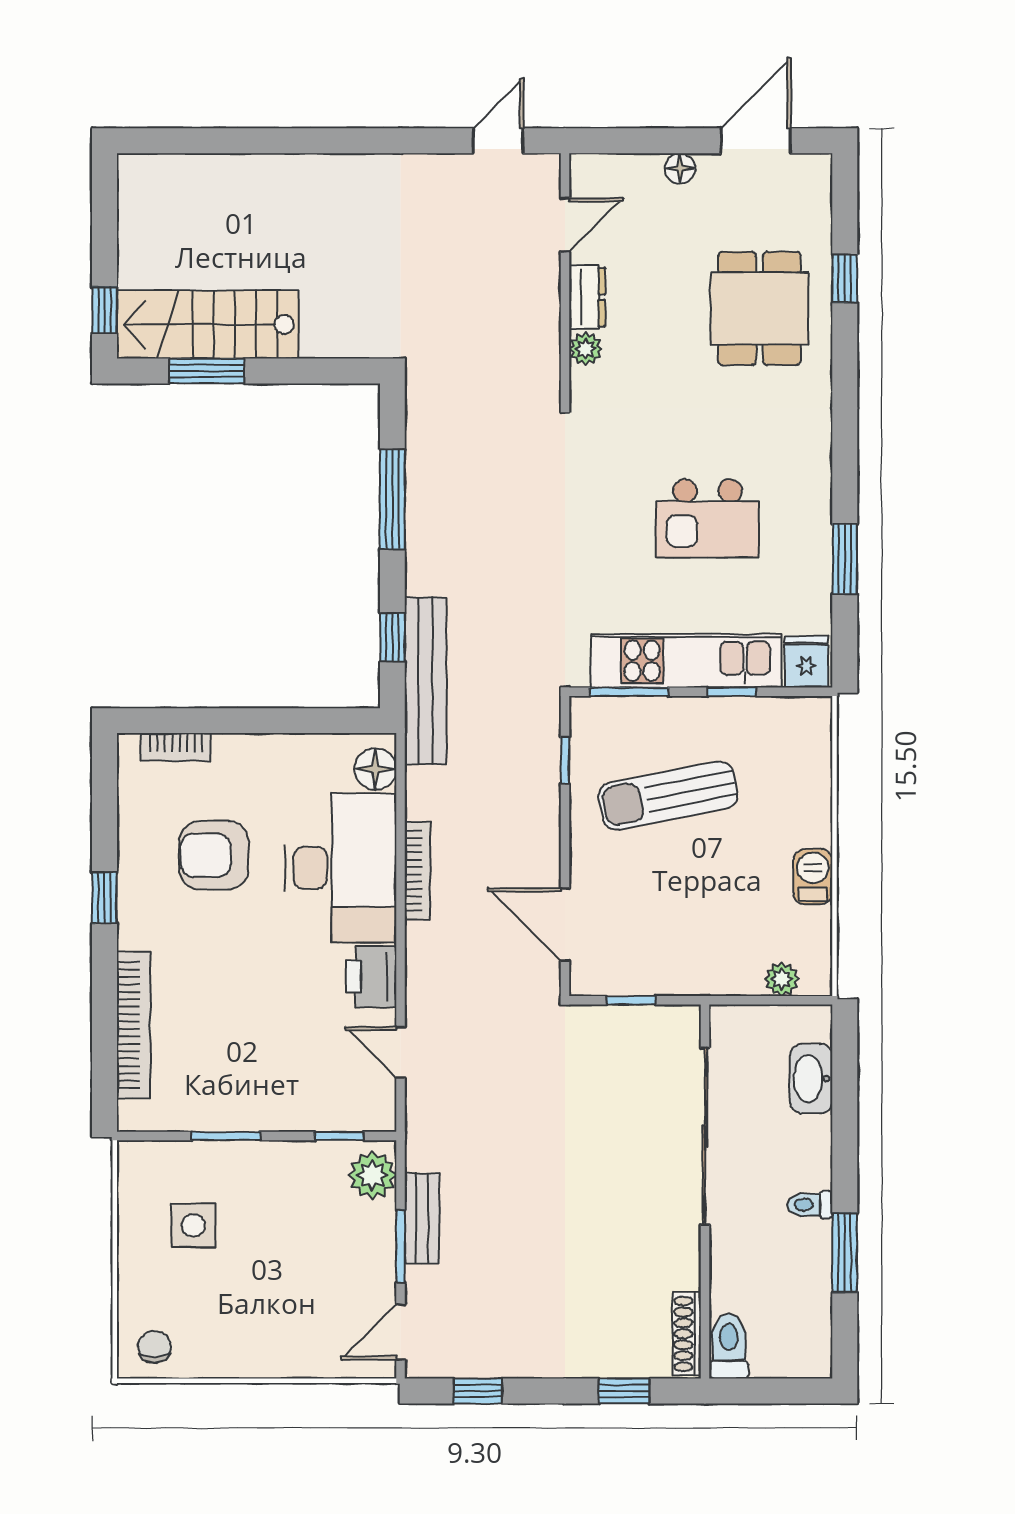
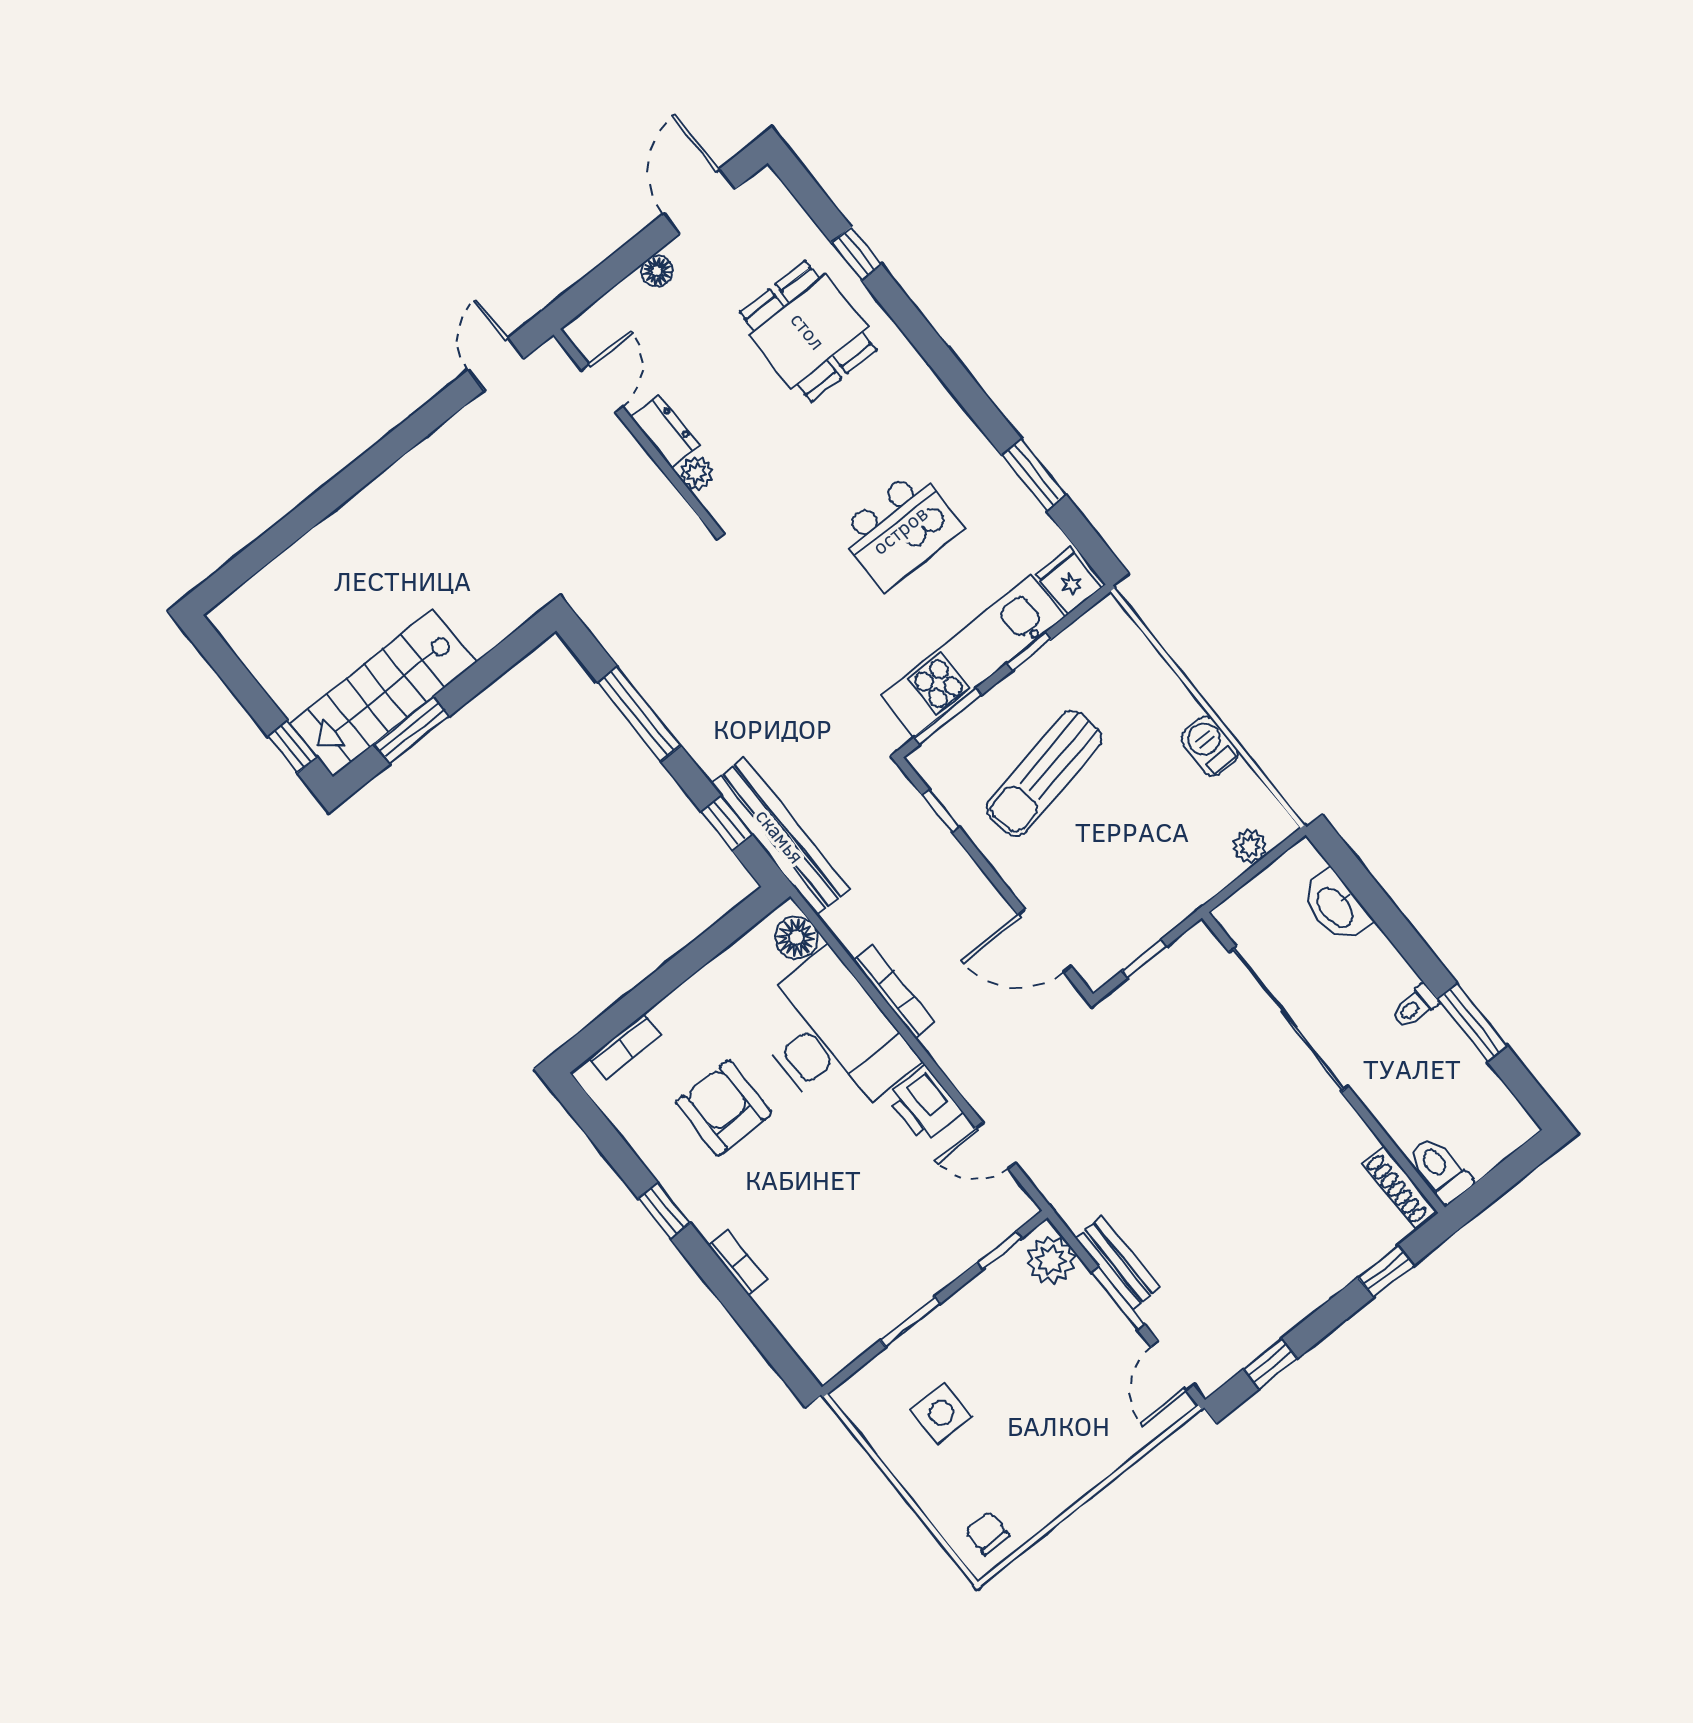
armchair: (214, 855) -> (723, 1108), turned 90
bookcase: (134, 1025) -> (738, 1262), width x0.43, depth x0.76

